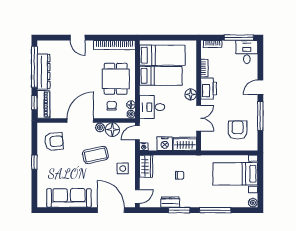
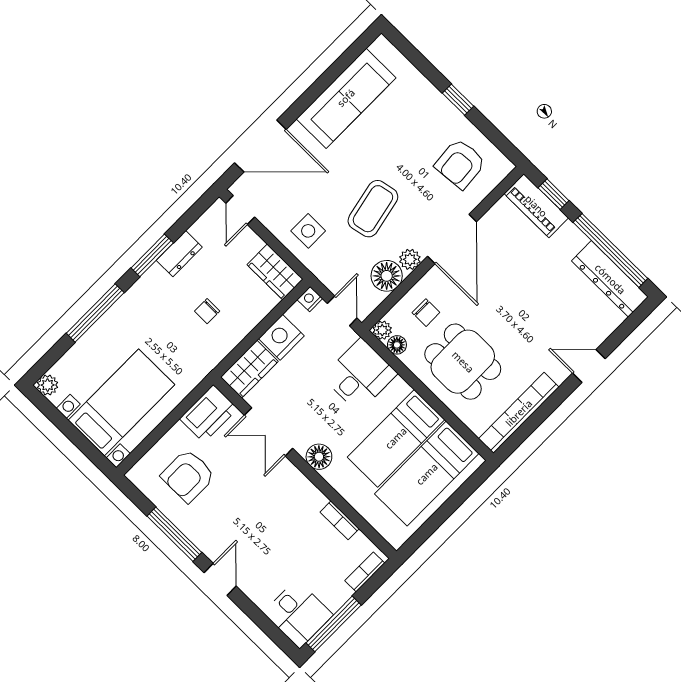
dresser: (44, 72) -> (610, 279), moved
printer: (209, 89) -> (209, 414), moved, turned -90
armchair: (238, 130) -> (188, 476), turned 90

